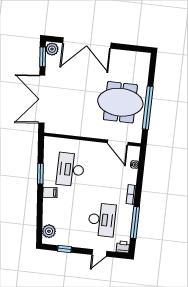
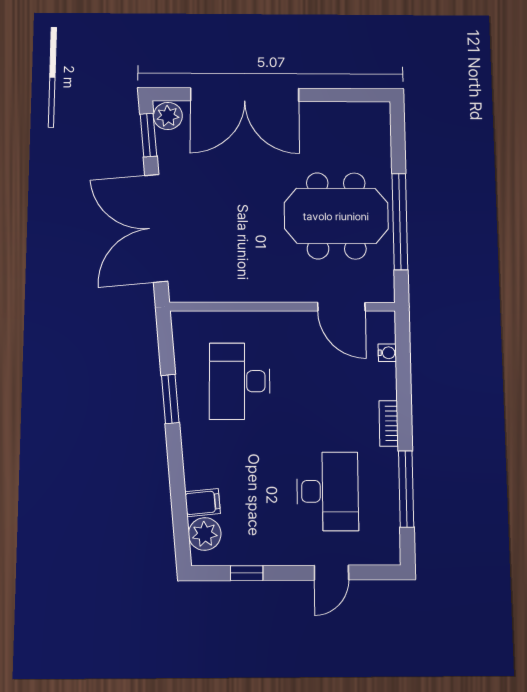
filing cabinet: (50, 193) -> (203, 503), moved
printer: (123, 247) -> (386, 551), removed

